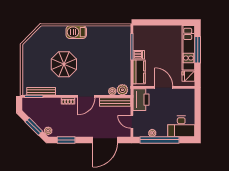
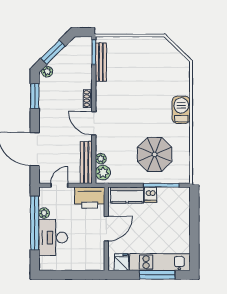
parasol: (64, 64) -> (155, 154), moved
desk: (181, 126) -> (53, 238), moved

